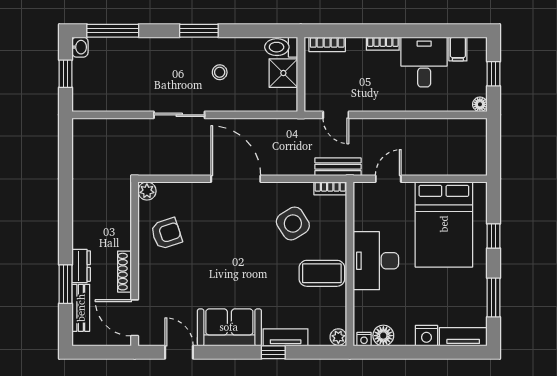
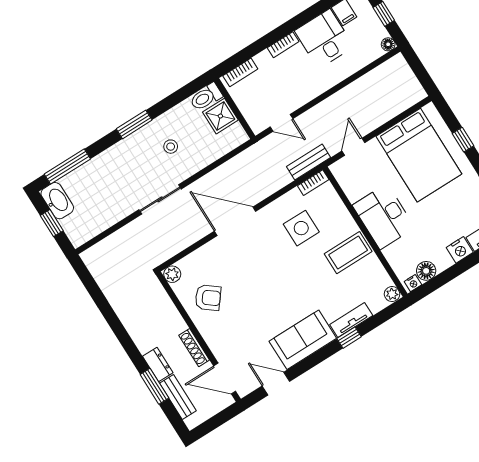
washbasin: (80, 47) -> (57, 201), width x1.91, depth x1.45
side table: (293, 223) -> (301, 228), turned 32
armchair: (166, 233) -> (208, 298), turned 56

